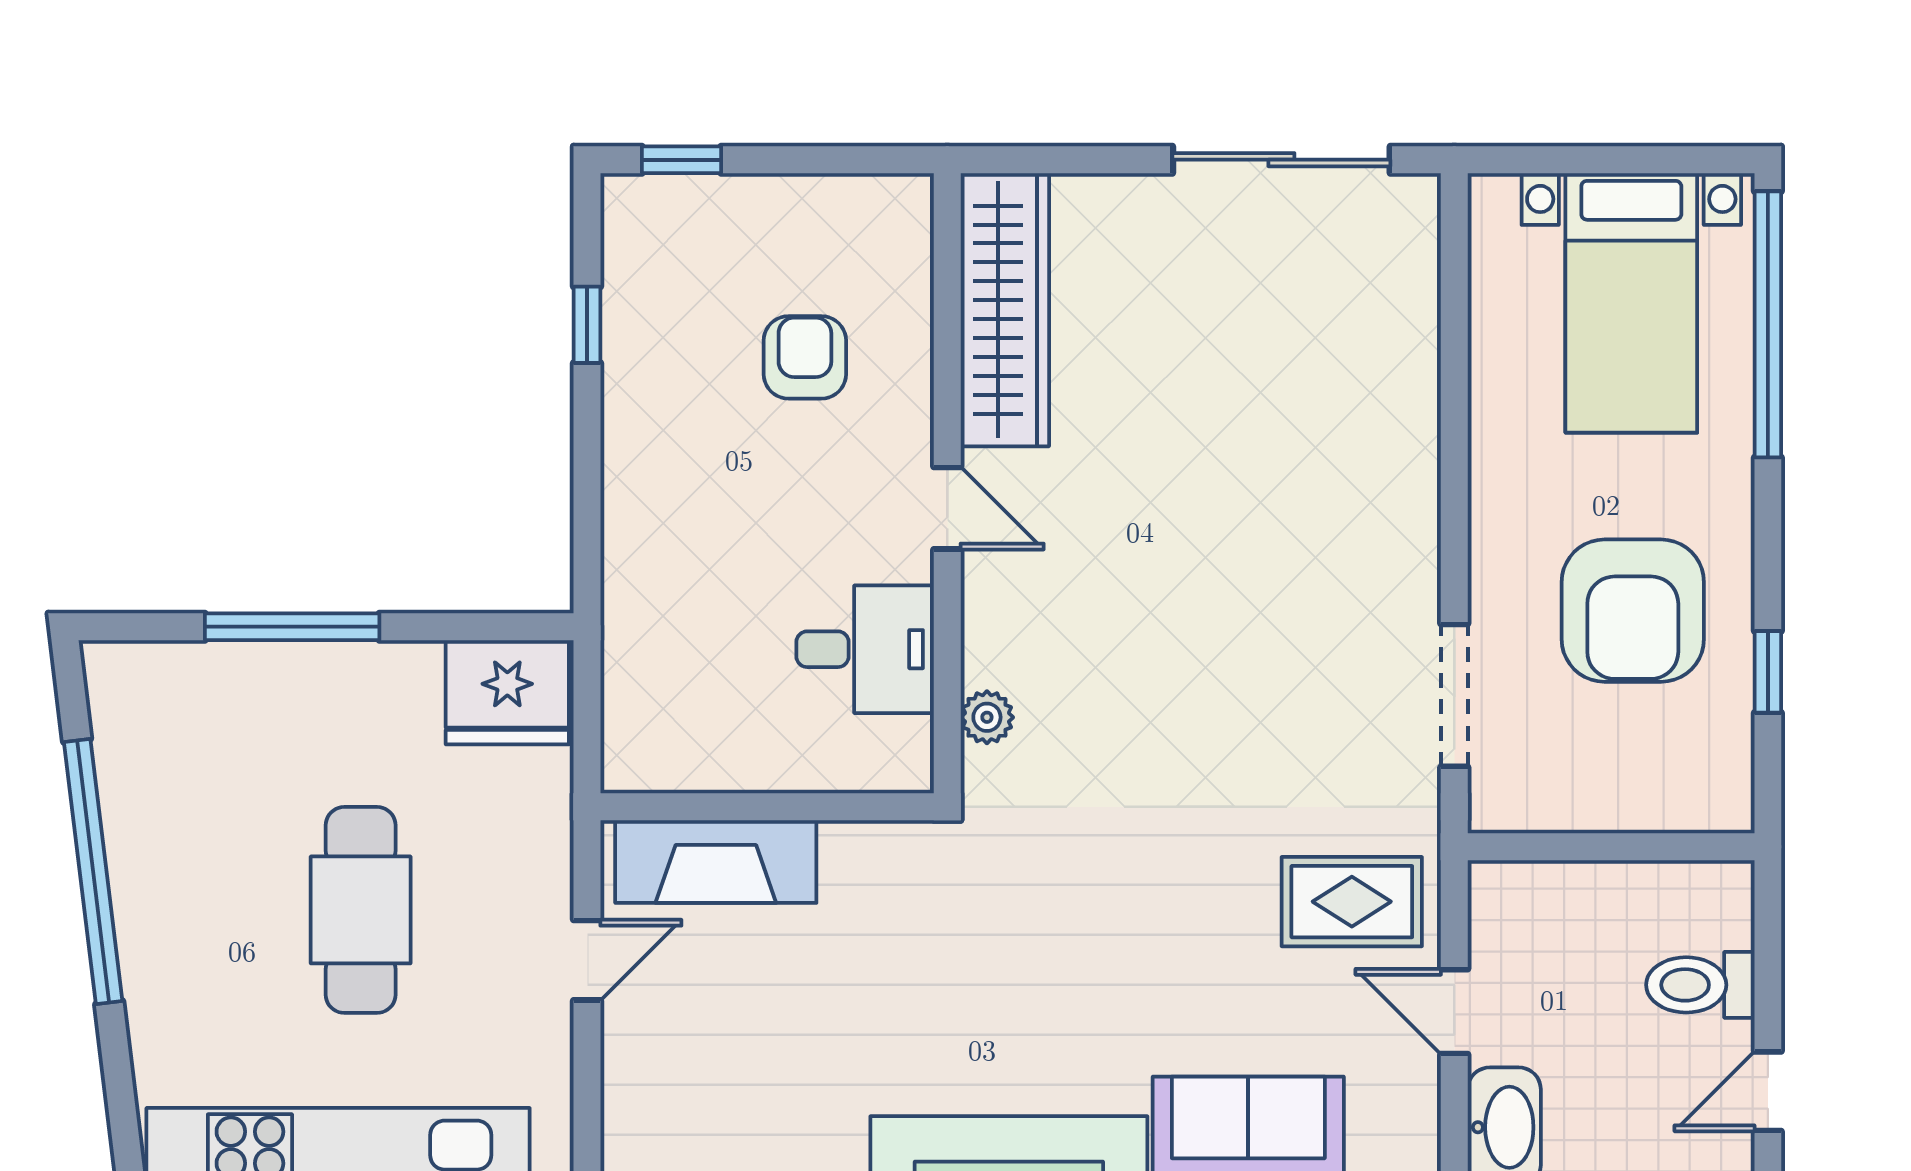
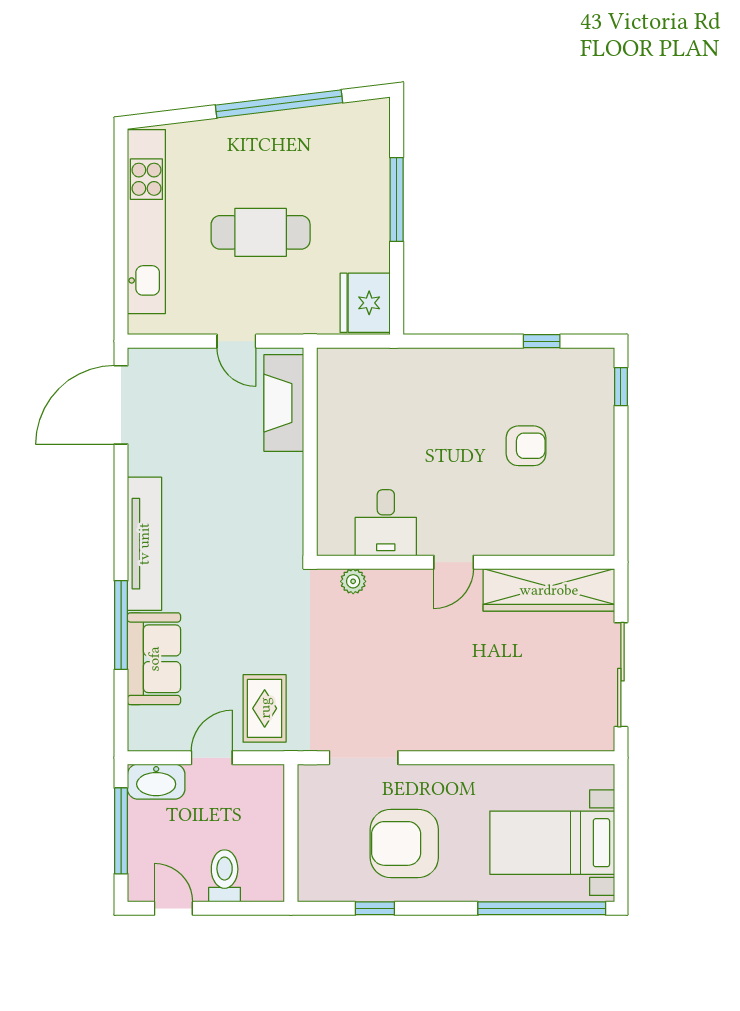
wardrobe: (1005, 310) -> (549, 590), moved
wall: (947, 483) -> (466, 562), moved
door: (947, 508) -> (454, 562), moved
desk: (865, 649) -> (386, 523), moved
plant: (987, 717) -> (353, 581), moved

